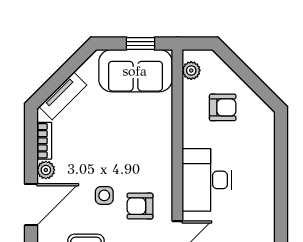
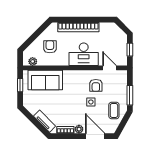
sofa: (135, 71) -> (45, 80), moved, turned 90
bookcase: (265, 169) -> (78, 27), added

